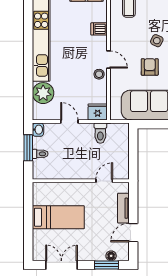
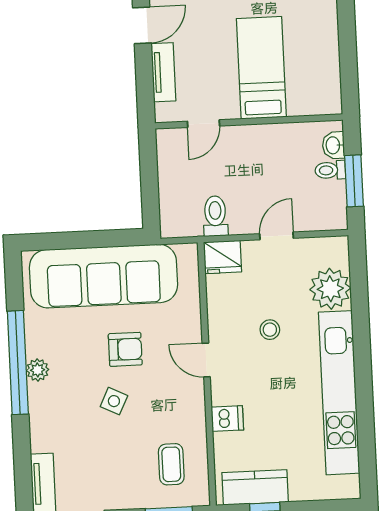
armchair: (150, 67) -> (125, 349), turned -90
stool: (99, 74) -> (270, 330), moved
door: (69, 121) -> (276, 236), swing flipped
washbasin: (38, 130) -> (333, 145), moved
bed: (58, 217) -> (261, 68), moved, turned 90

